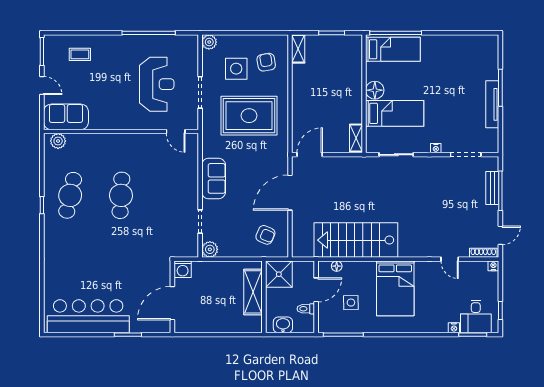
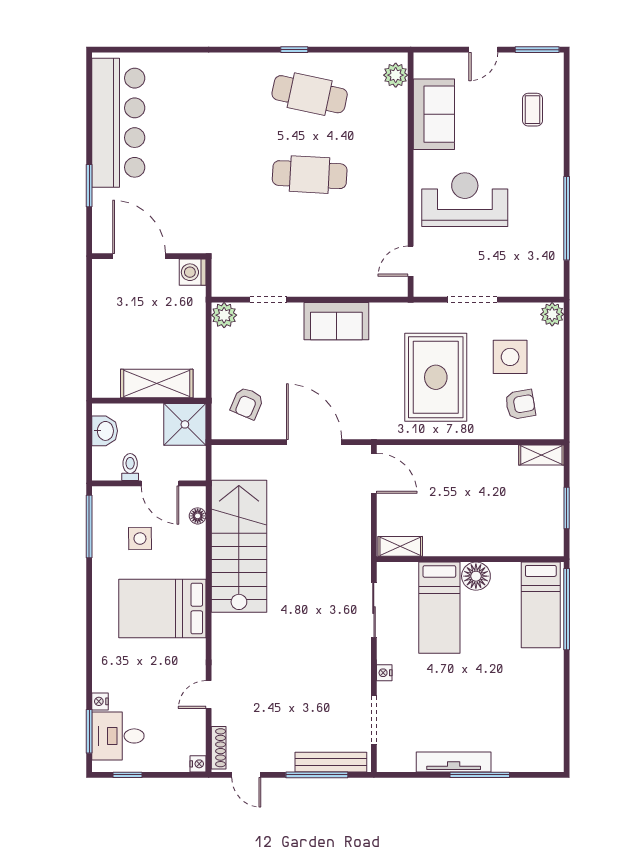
reception desk: (157, 84) -> (465, 200), moved, turned 180
sofa: (66, 117) -> (434, 114), moved
bench: (492, 188) -> (331, 762), width x1.36

